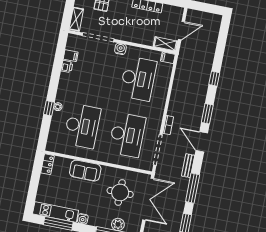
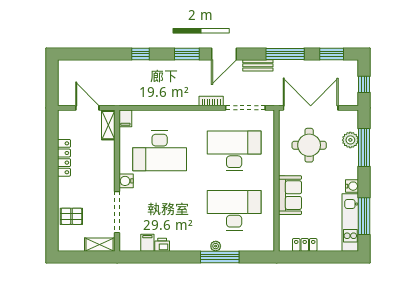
desk: (138, 79) -> (160, 151), turned 180
window: (49, 108) -> (220, 257), width x2.17
locker: (47, 164) -> (305, 245), moved

